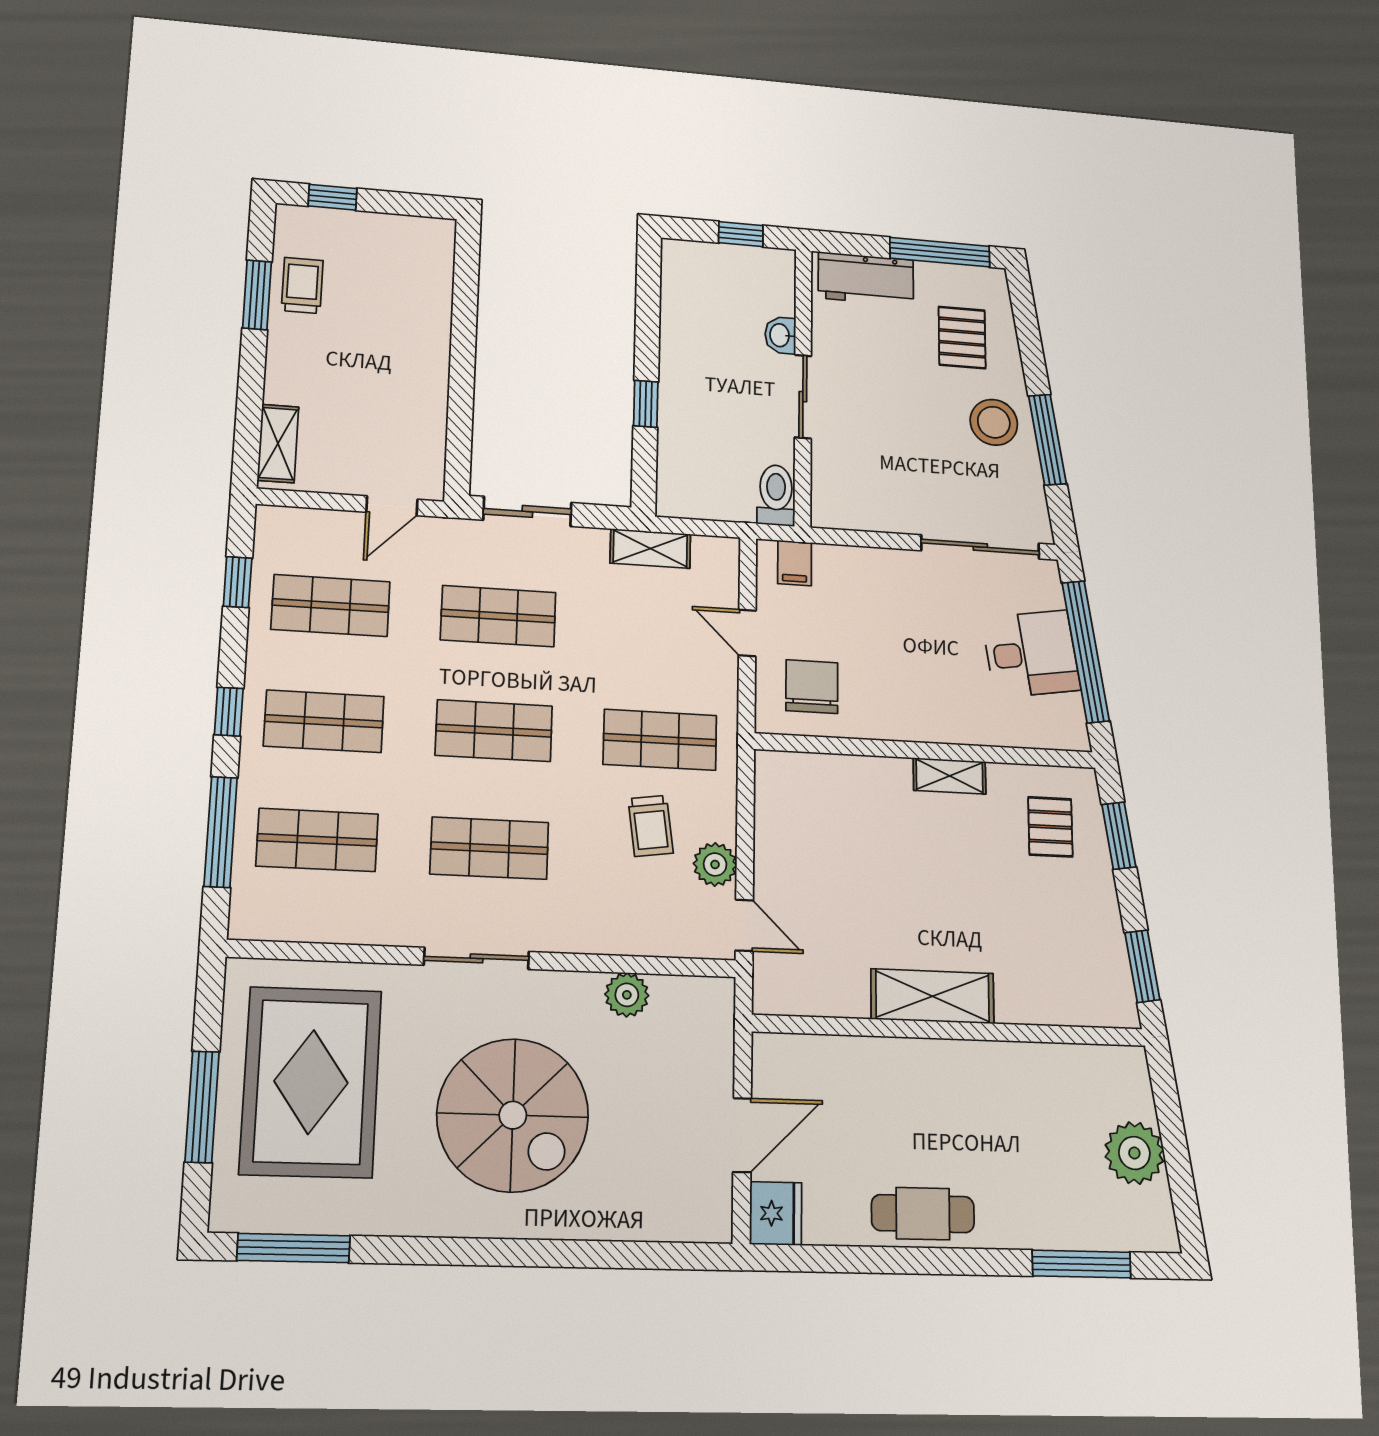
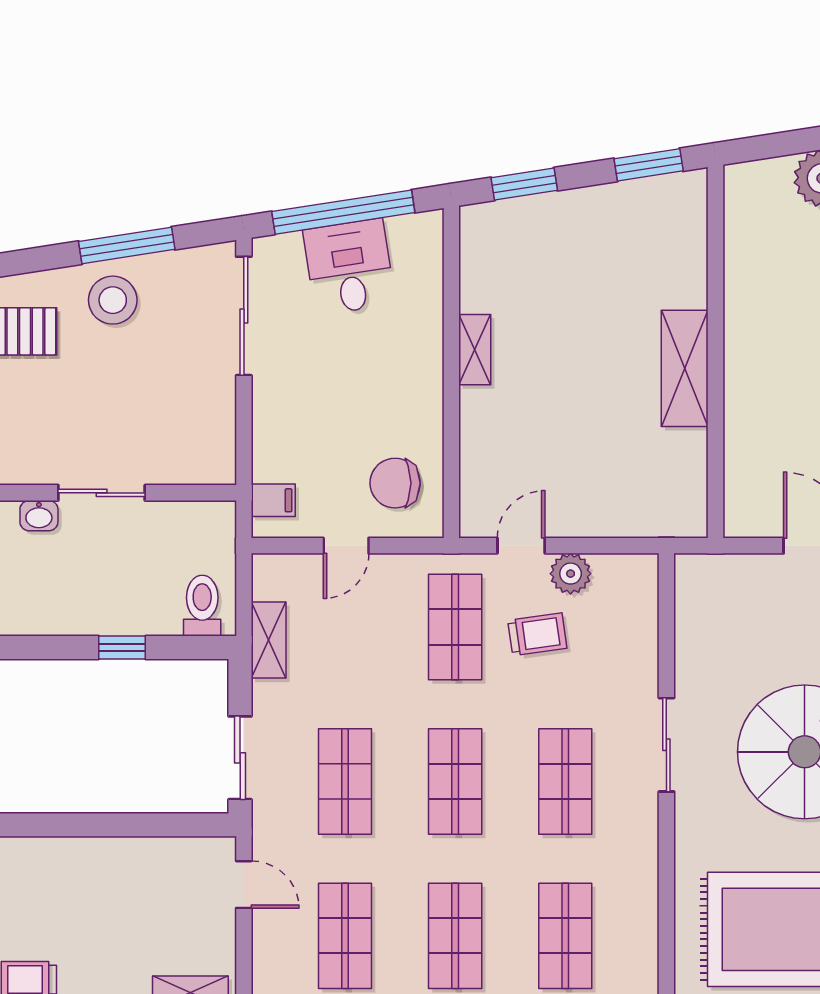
toilet: (776, 495) -> (202, 606), moved, turned 90
pallet: (1050, 827) -> (519, 252), removed
door: (744, 925) -> (521, 546), moved
sliding door: (477, 958) -> (666, 745), moved
plant: (627, 995) -> (694, 653), removed

